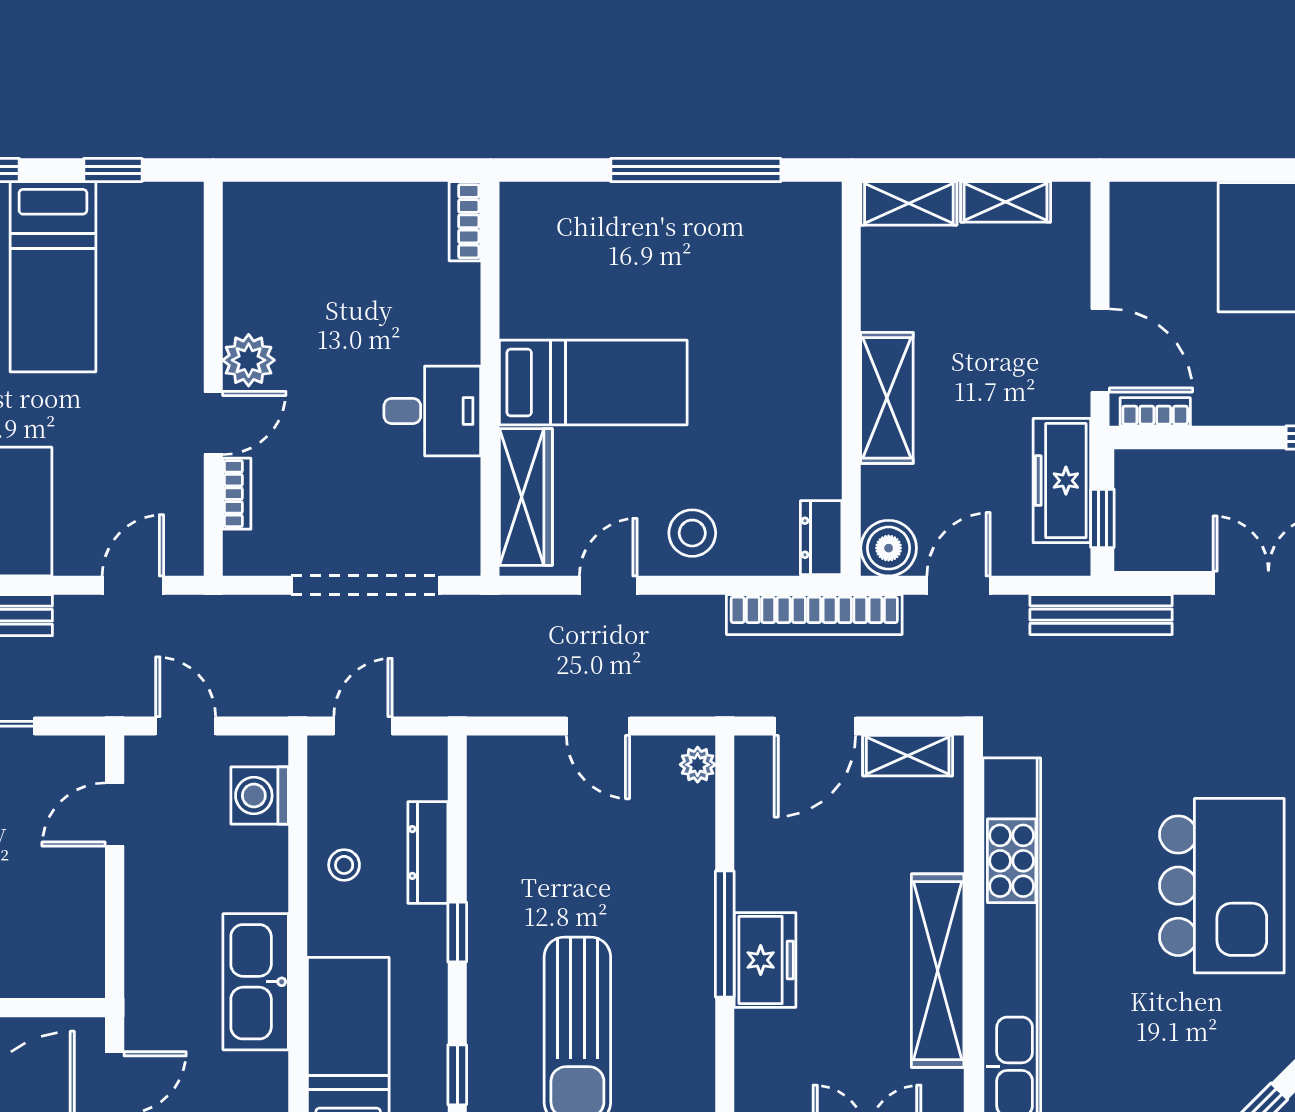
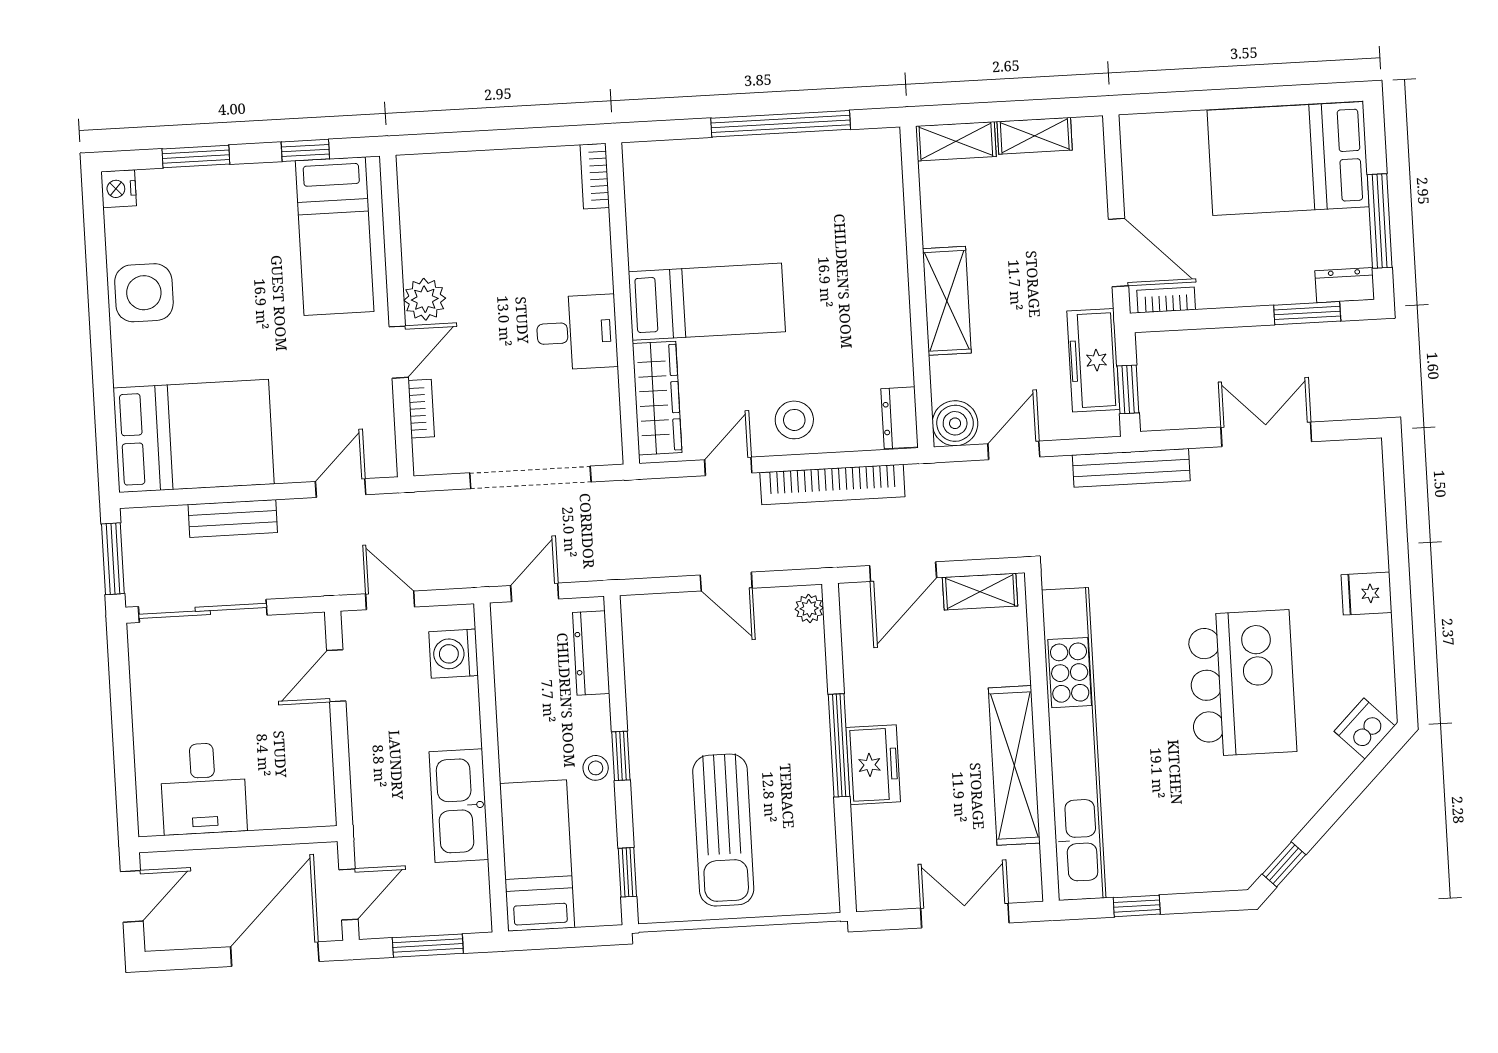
bed: (53, 277) -> (335, 236), moved
bookcase: (814, 615) -> (832, 485), moved
dresser: (428, 853) -> (591, 653), moved
stool: (344, 865) -> (596, 768), moved

